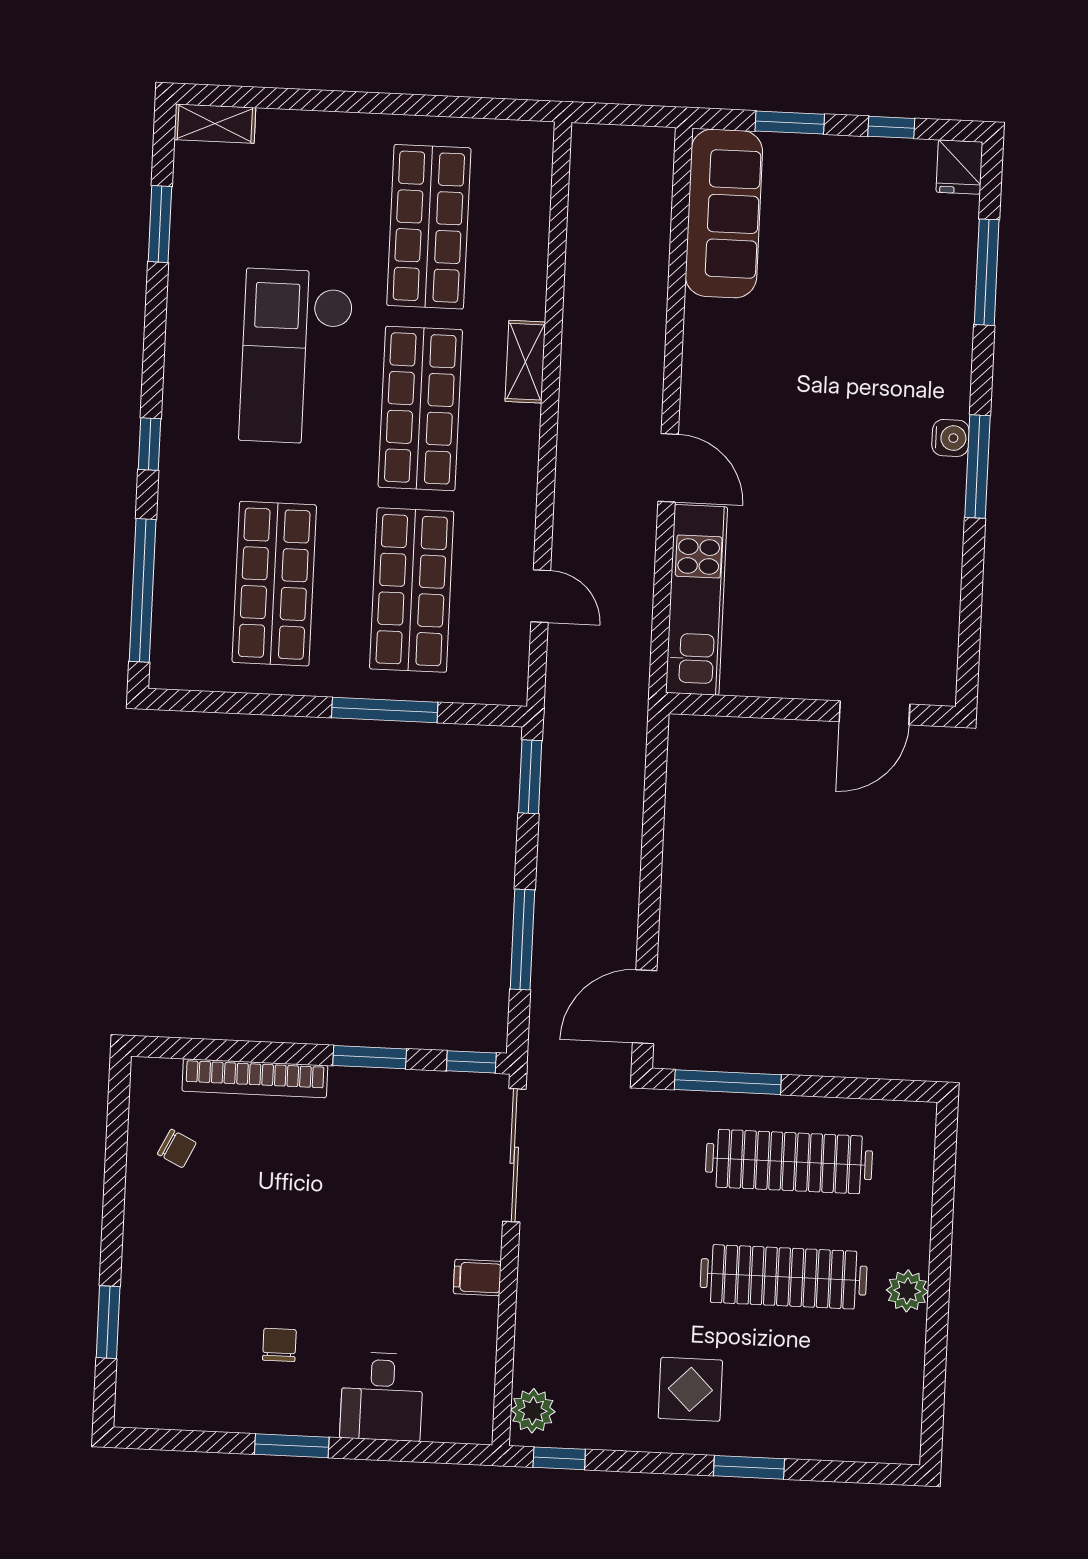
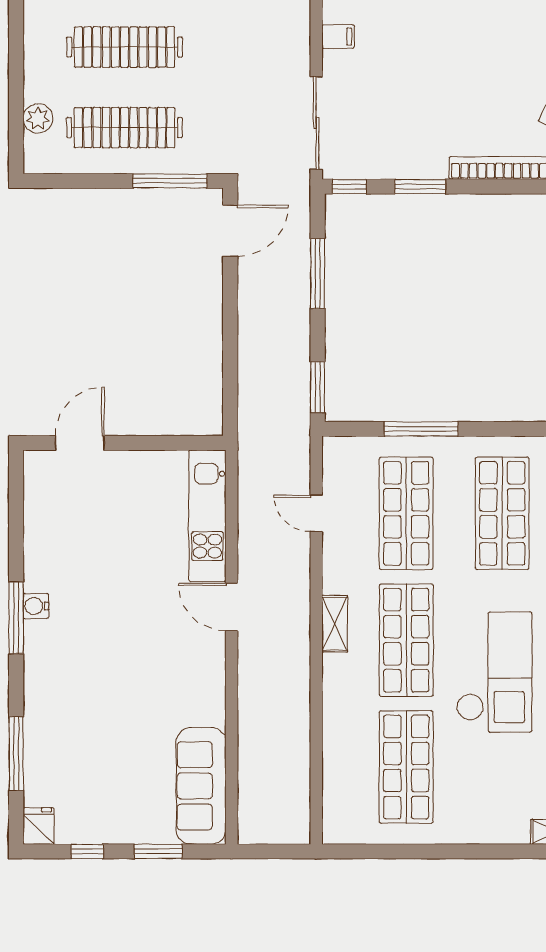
shelving: (525, 362) -> (335, 624), moved
water cooler: (950, 438) -> (36, 606), moved
plant: (907, 1291) -> (38, 118), moved

